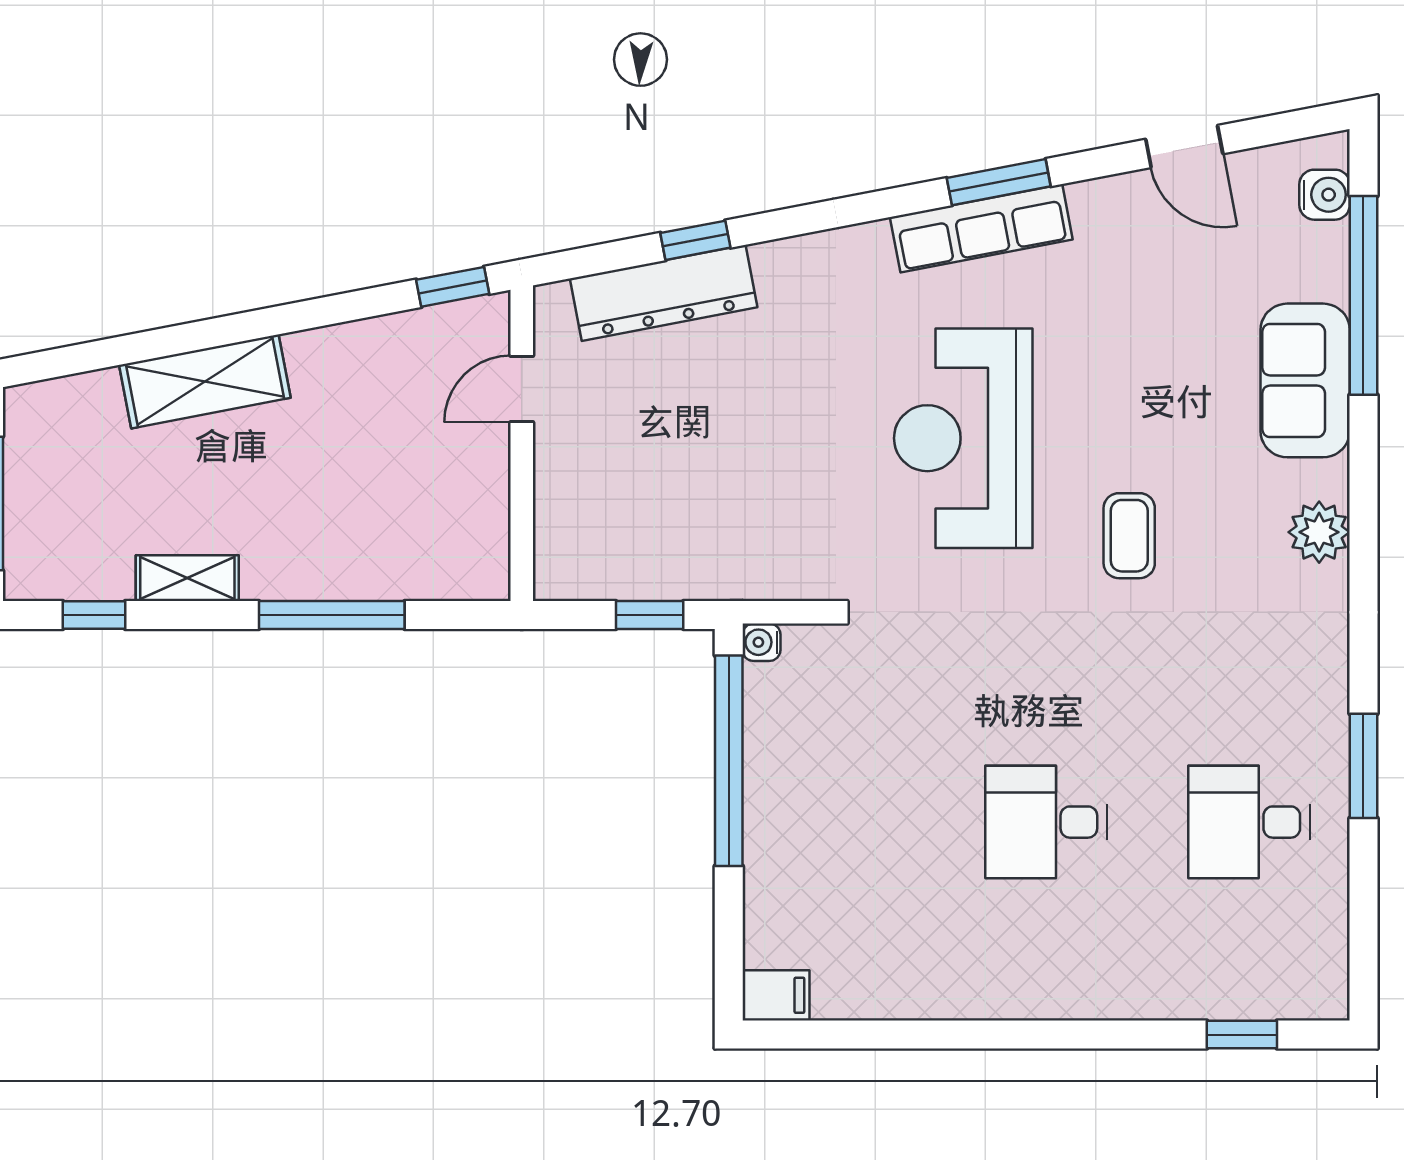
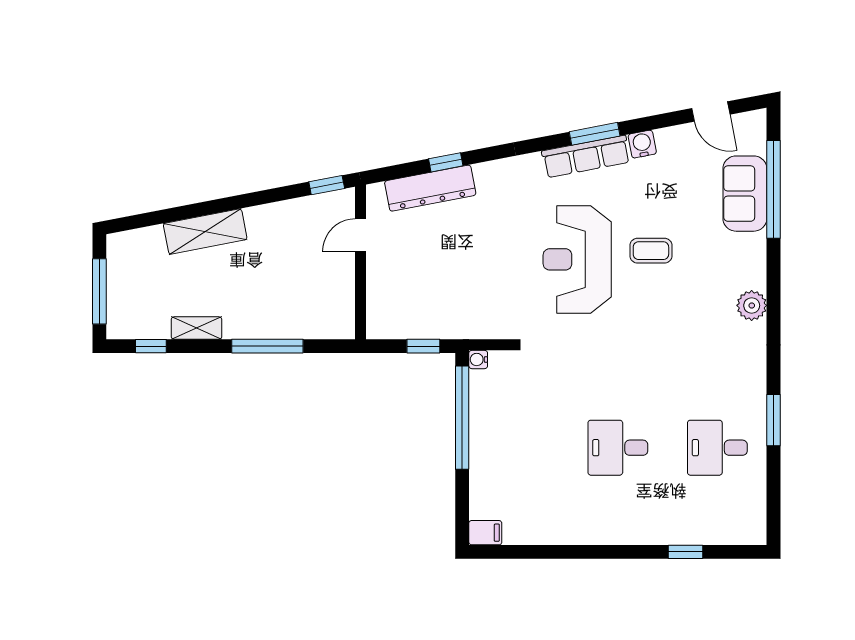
door: (1184, 147) -> (711, 111), moved
water cooler: (1325, 195) -> (642, 144), moved, turned -101
sofa: (1305, 380) -> (745, 194), moved
coffee table: (1129, 536) -> (651, 251), moved, turned 90
window: (1242, 1035) -> (685, 552), moved

